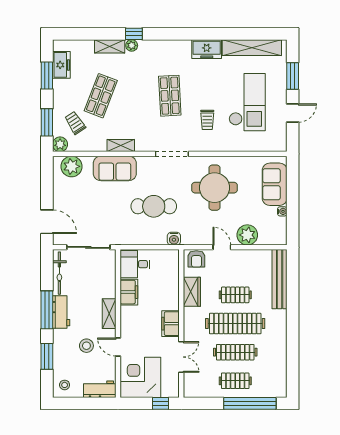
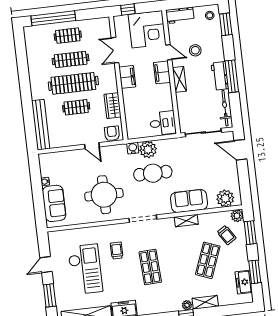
checkout: (247, 102) -> (85, 269), turned 180
plant: (247, 235) -> (148, 149), moved
filing cabinet: (129, 292) -> (162, 72), moved
window: (47, 356) -> (226, 24), moved

